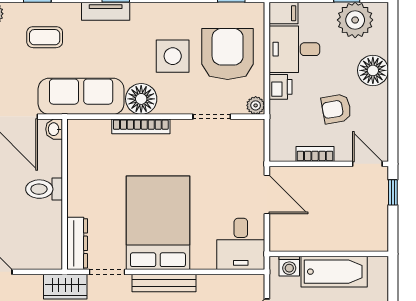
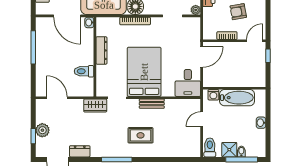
door: (367, 164) -> (255, 41), hinge flipped
toilet: (44, 189) -> (84, 71), moved
door: (267, 194) -> (202, 57), hinge flipped
dresser: (77, 243) -> (101, 50), moved
bench: (164, 283) -> (152, 104), width x0.73

